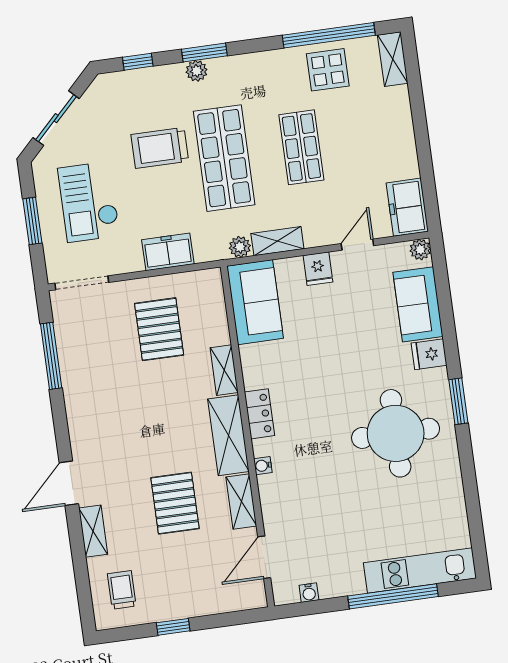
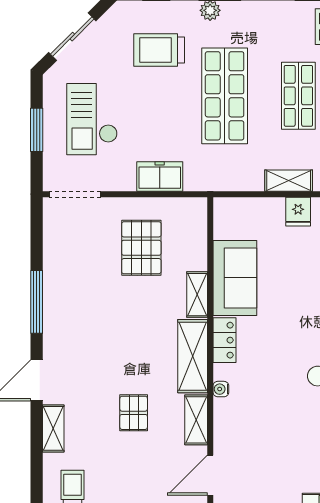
trolley: (160, 148) -> (159, 50), moved
shelving: (277, 241) -> (289, 181), moved
plant: (240, 247) -> (228, 181), removed
sofa: (255, 302) -> (235, 278), moved
window: (51, 356) -> (37, 302), moved
pallet: (175, 503) -> (134, 413), width x0.67, depth x0.71

